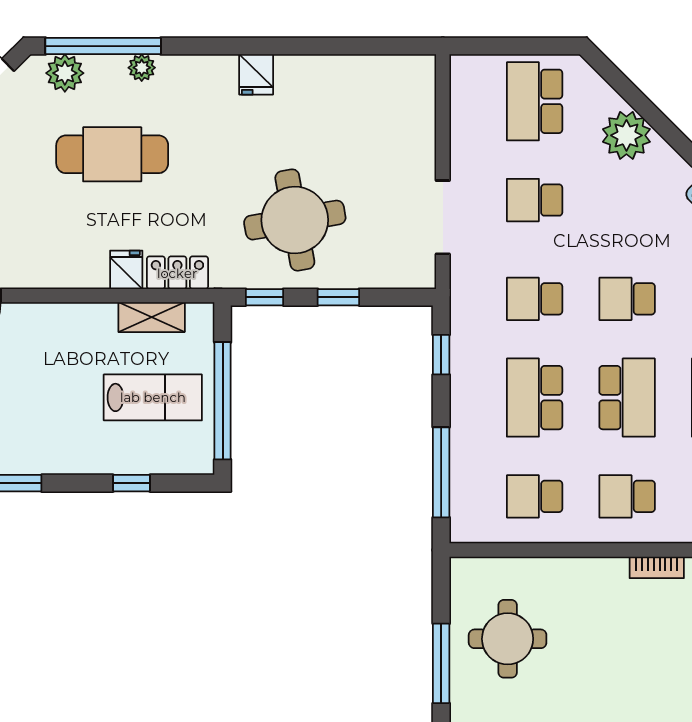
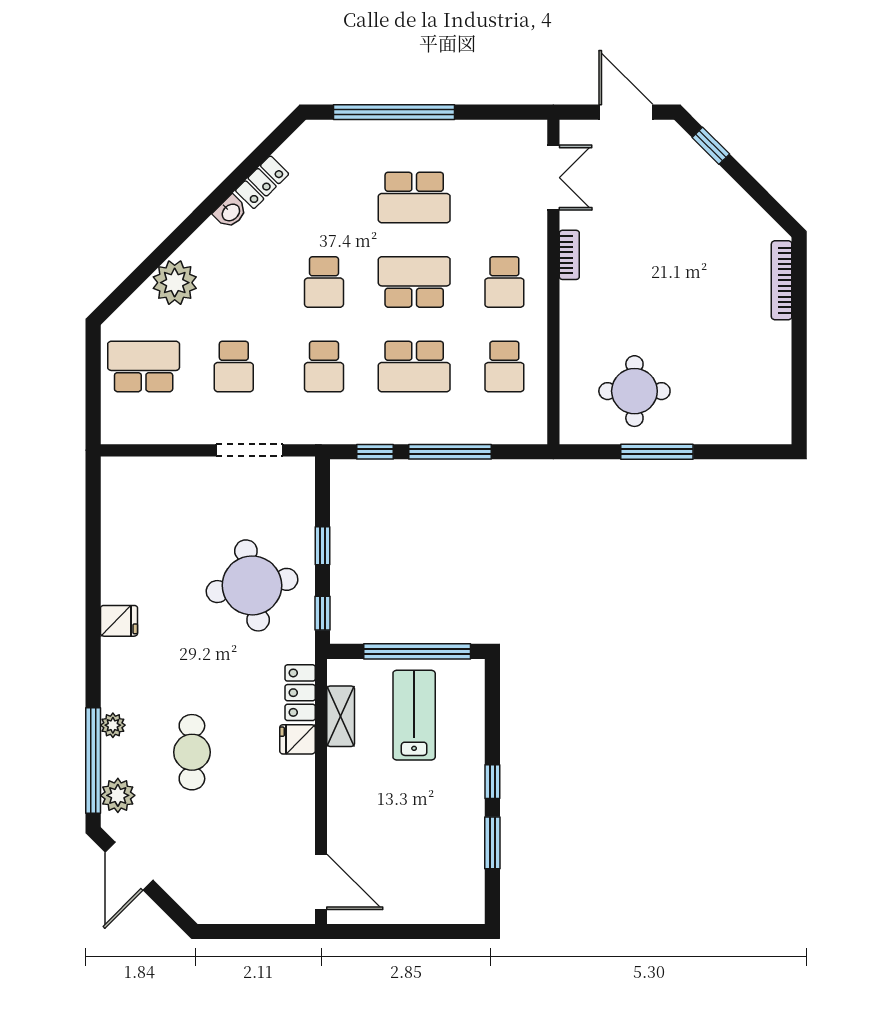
school desk: (535, 101) -> (144, 366), turned 180
cafe table: (112, 154) -> (192, 752), width x0.73, depth x0.74
window: (441, 472) -> (450, 452), moved
window: (131, 483) -> (492, 782), moved

